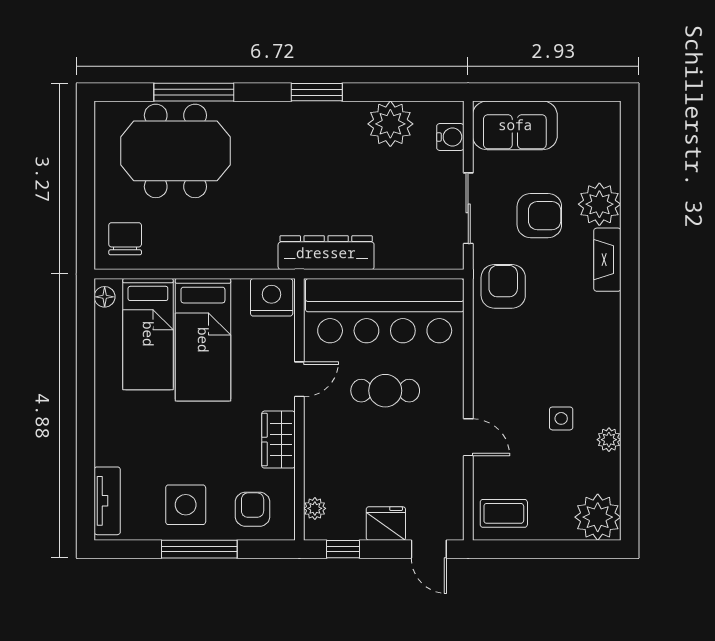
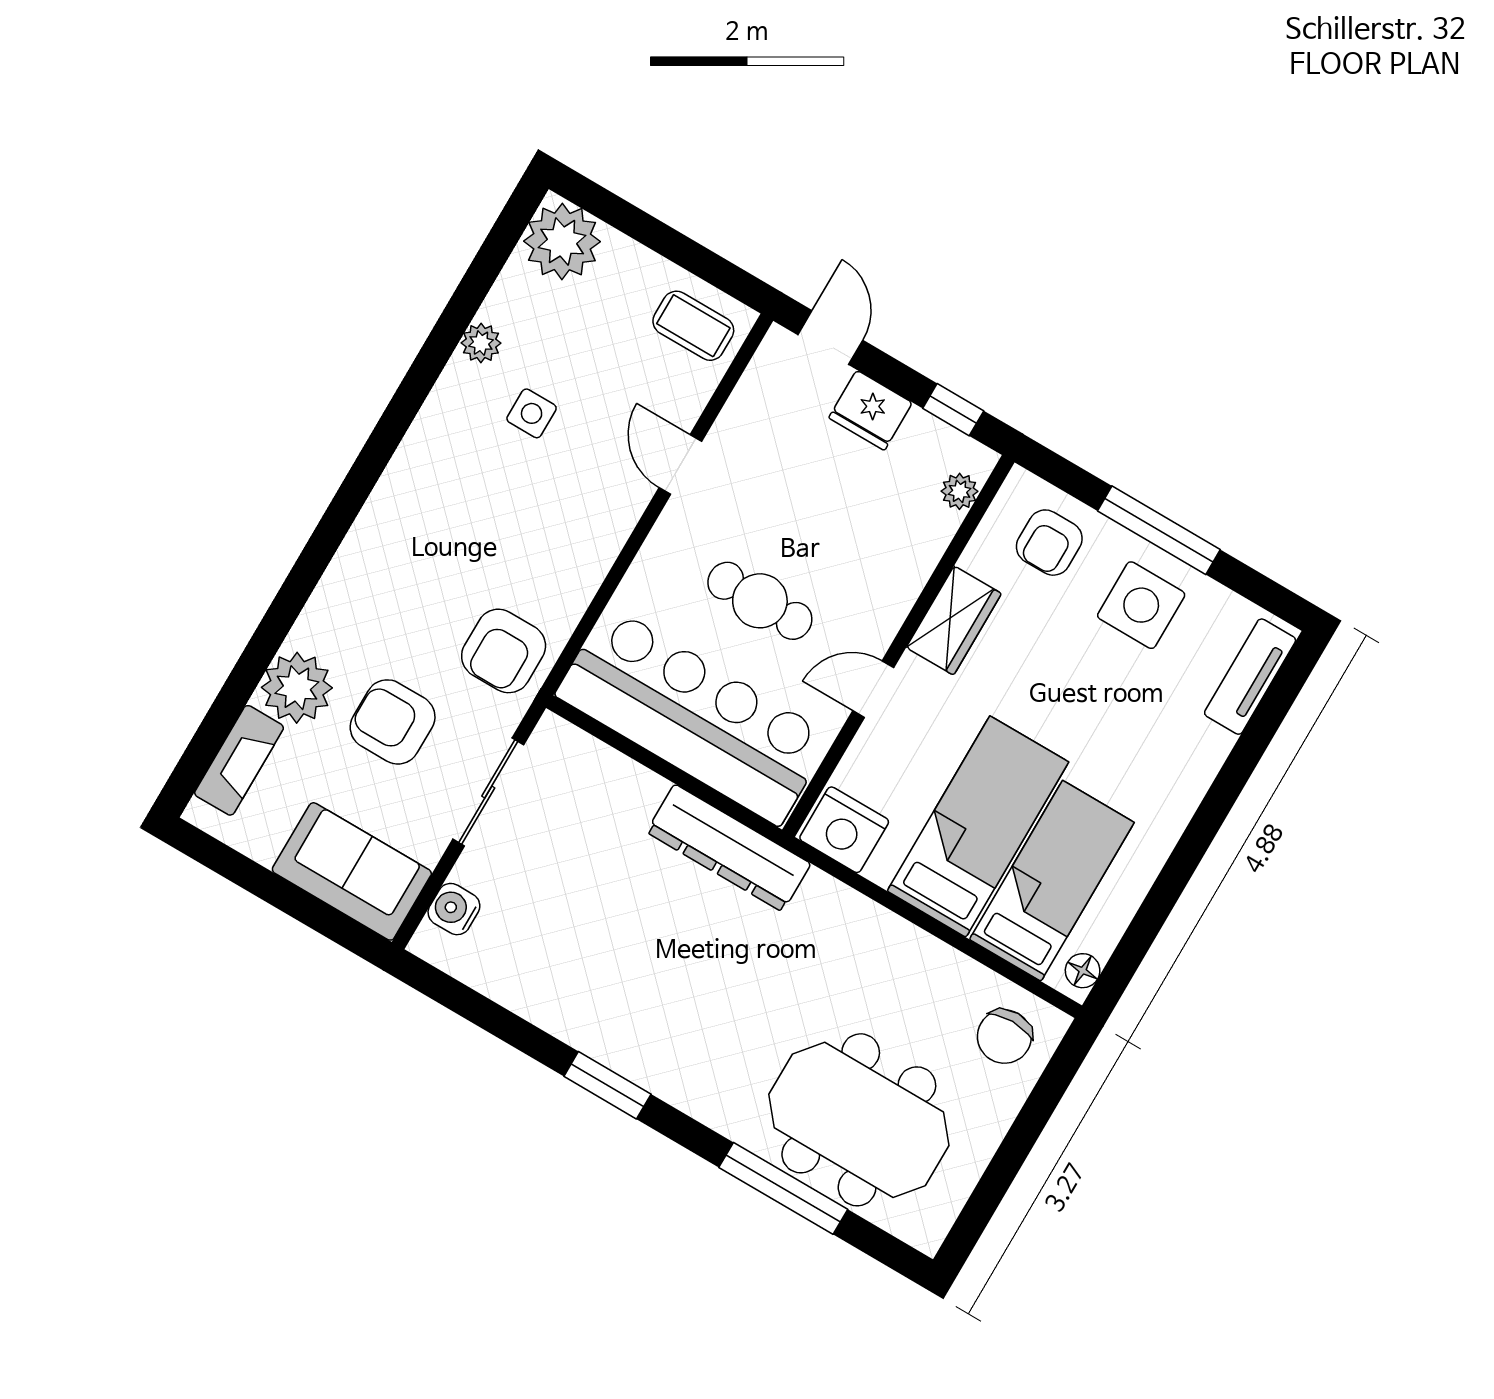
plant: (390, 124) -> (529, 978), removed
fireplace: (607, 260) -> (239, 760), moved

